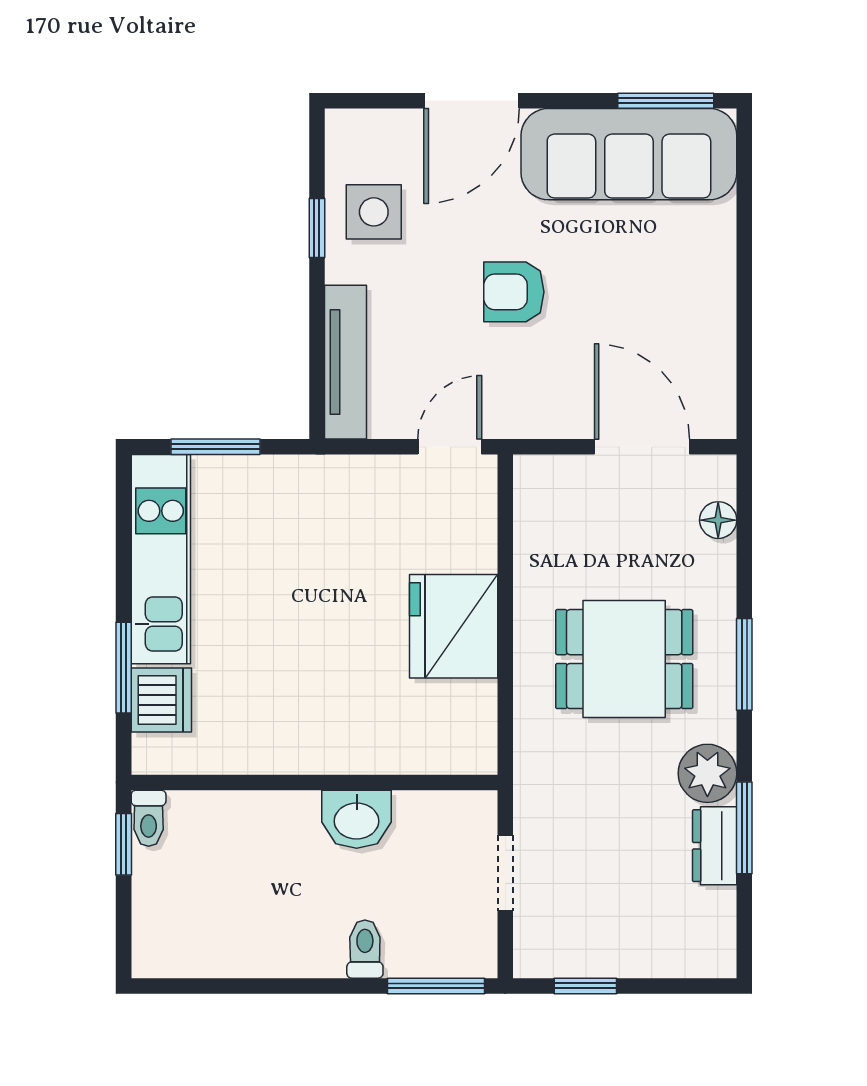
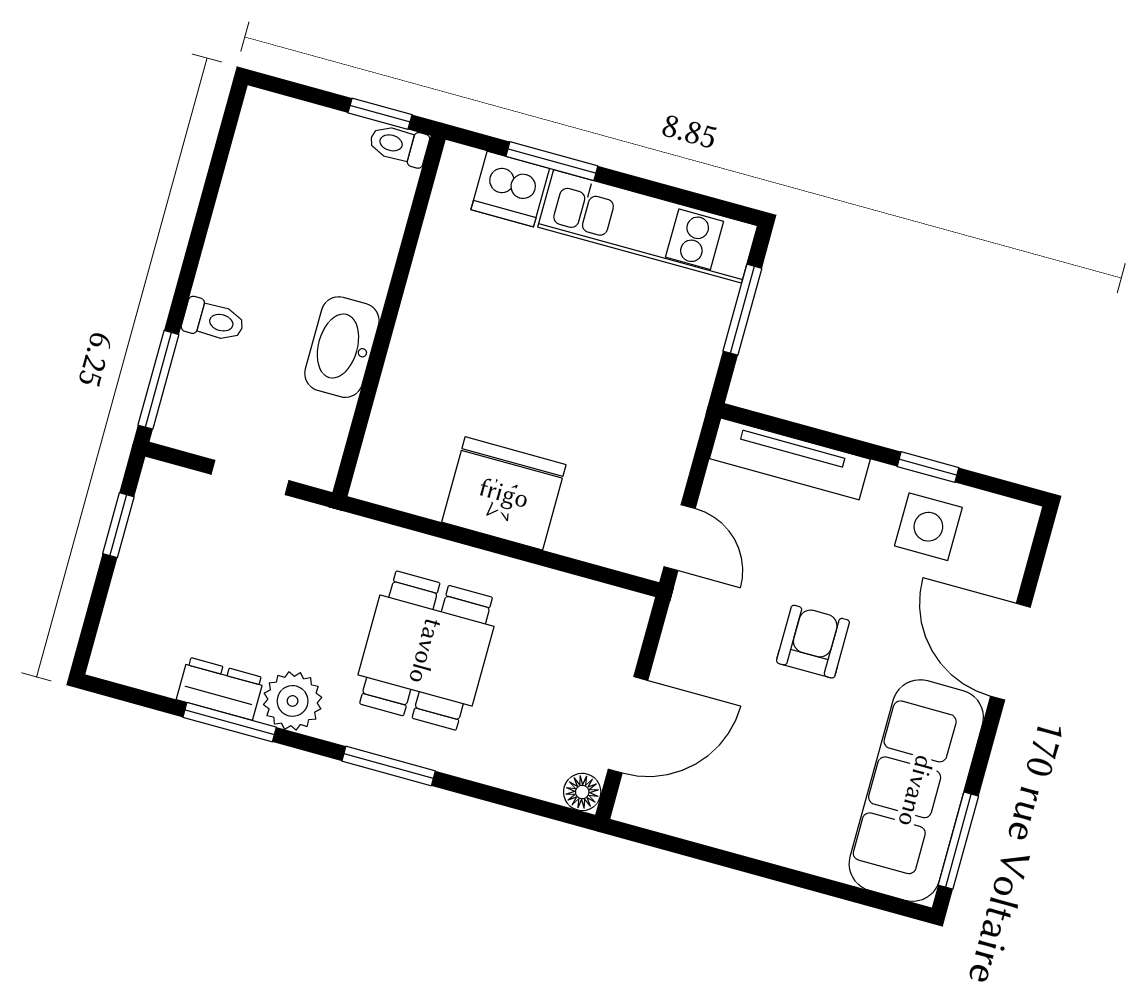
floor lamp: (718, 520) -> (582, 792), moved
washbasin: (357, 819) -> (342, 347), width x1.38

